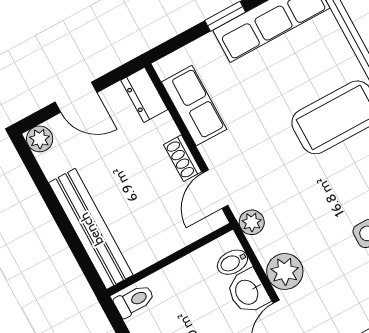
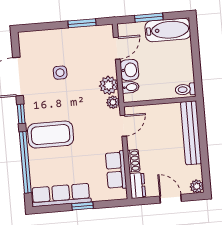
shoe rack: (182, 158) -> (134, 161), moved
plant: (285, 271) -> (109, 85), moved

